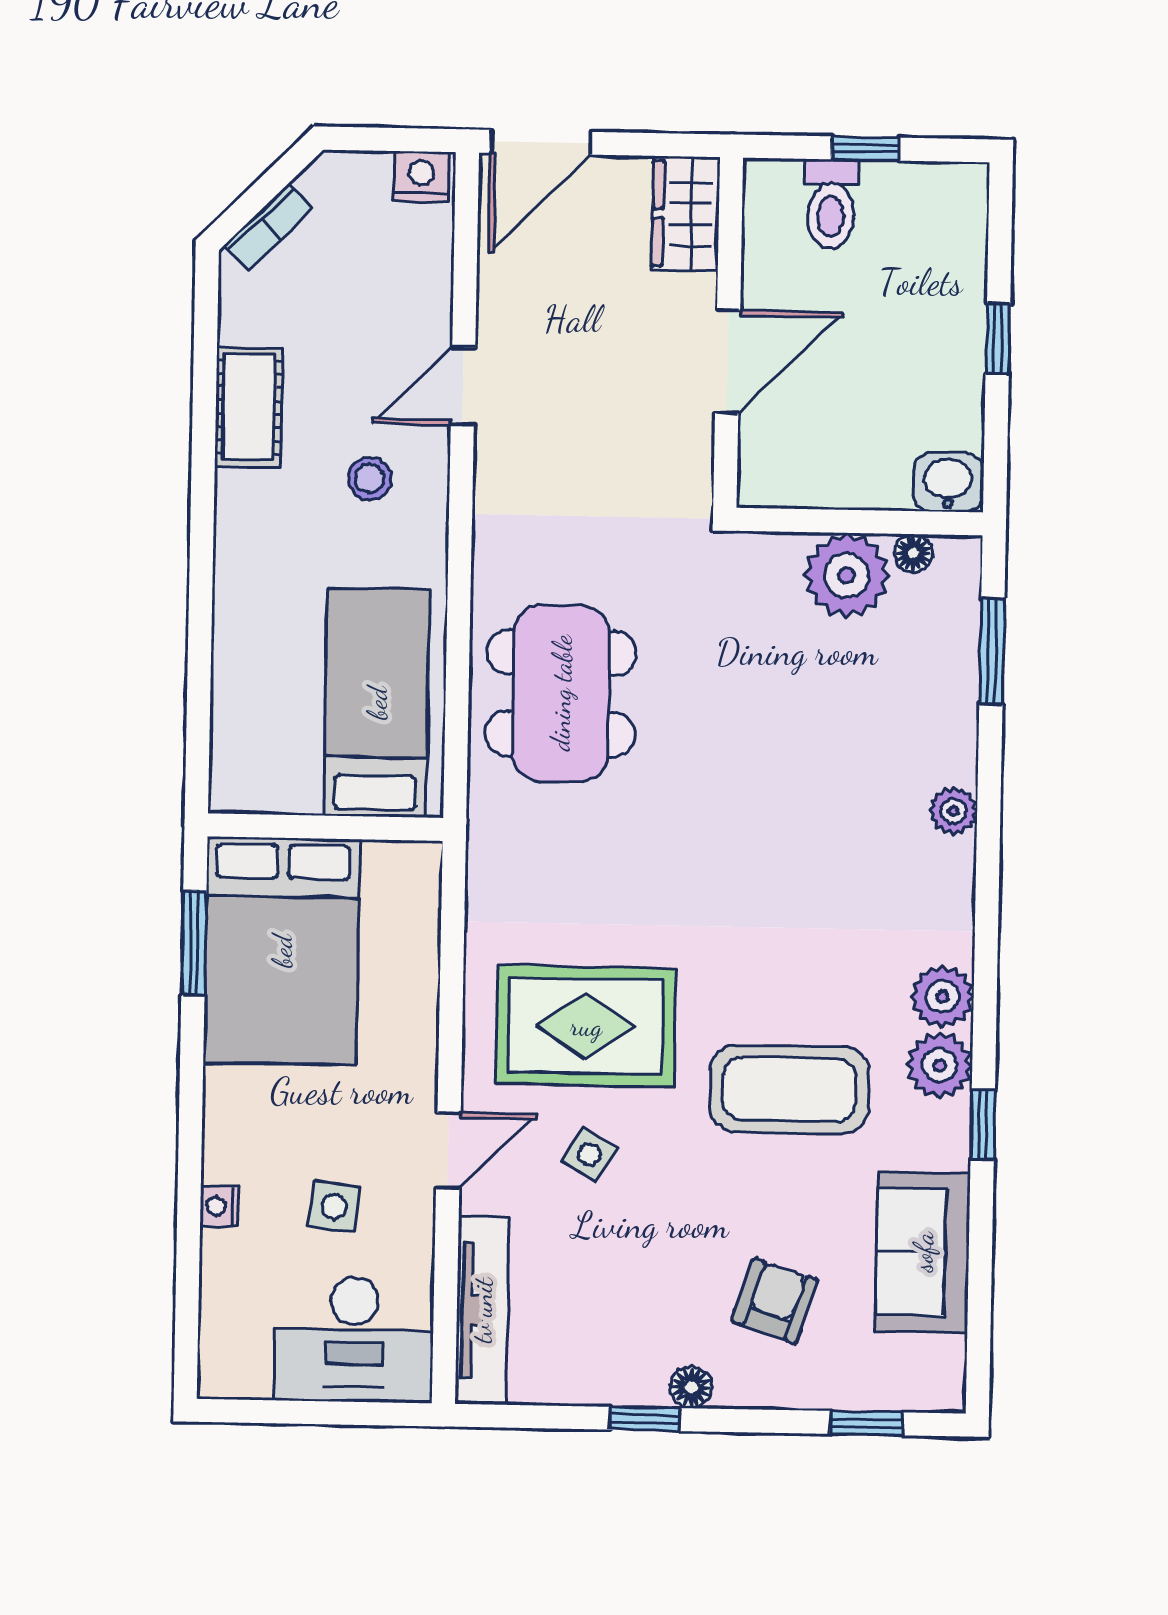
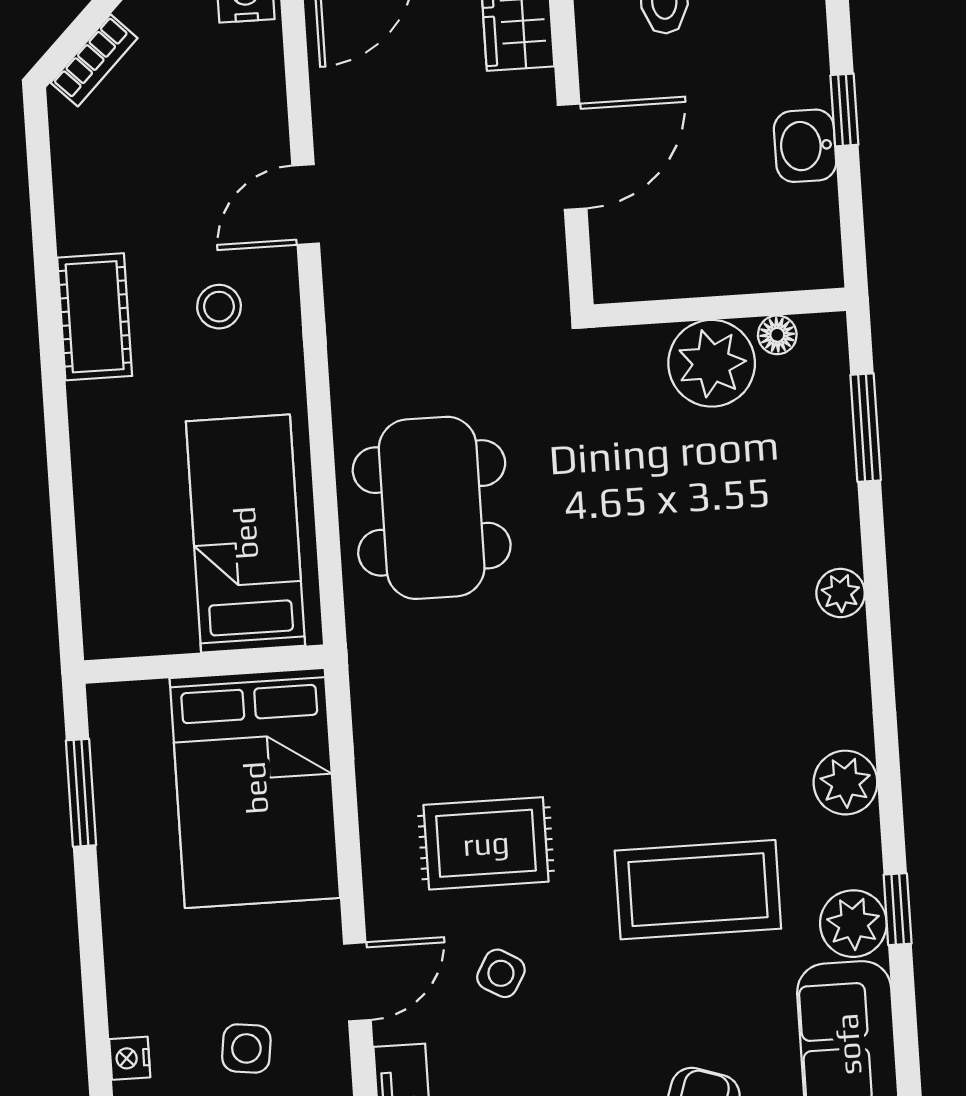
cot: (249, 407) -> (95, 317), moved
washbasin: (948, 482) -> (805, 146), moved, turned -90
bed: (282, 951) -> (255, 788), moved
rug: (586, 1026) -> (486, 843), width x0.73, depth x0.70
plant: (940, 1065) -> (853, 924), moved

